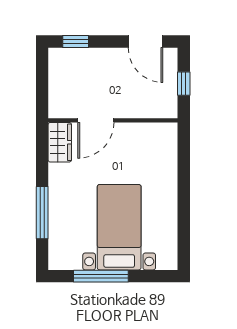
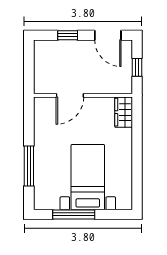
window: (76, 41) -> (68, 35), moved
wardrobe: (60, 142) -> (124, 112), moved, turned 180

